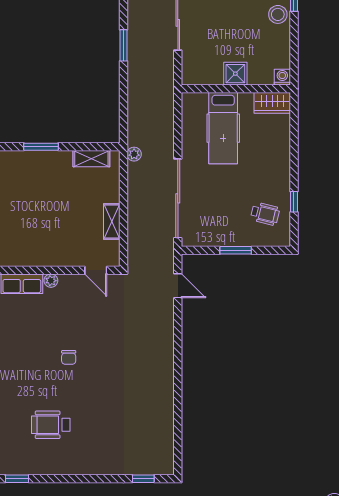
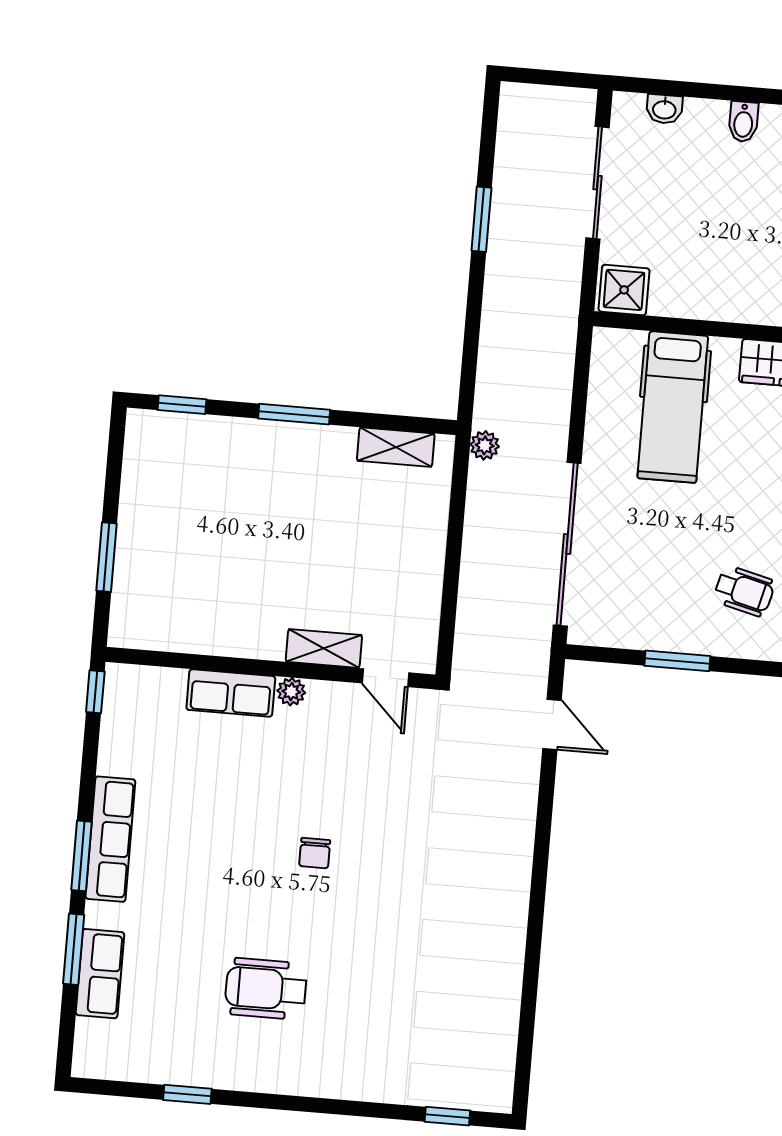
shower: (235, 74) -> (624, 290), moved
shelving: (112, 222) -> (324, 648), moved, turned 90

